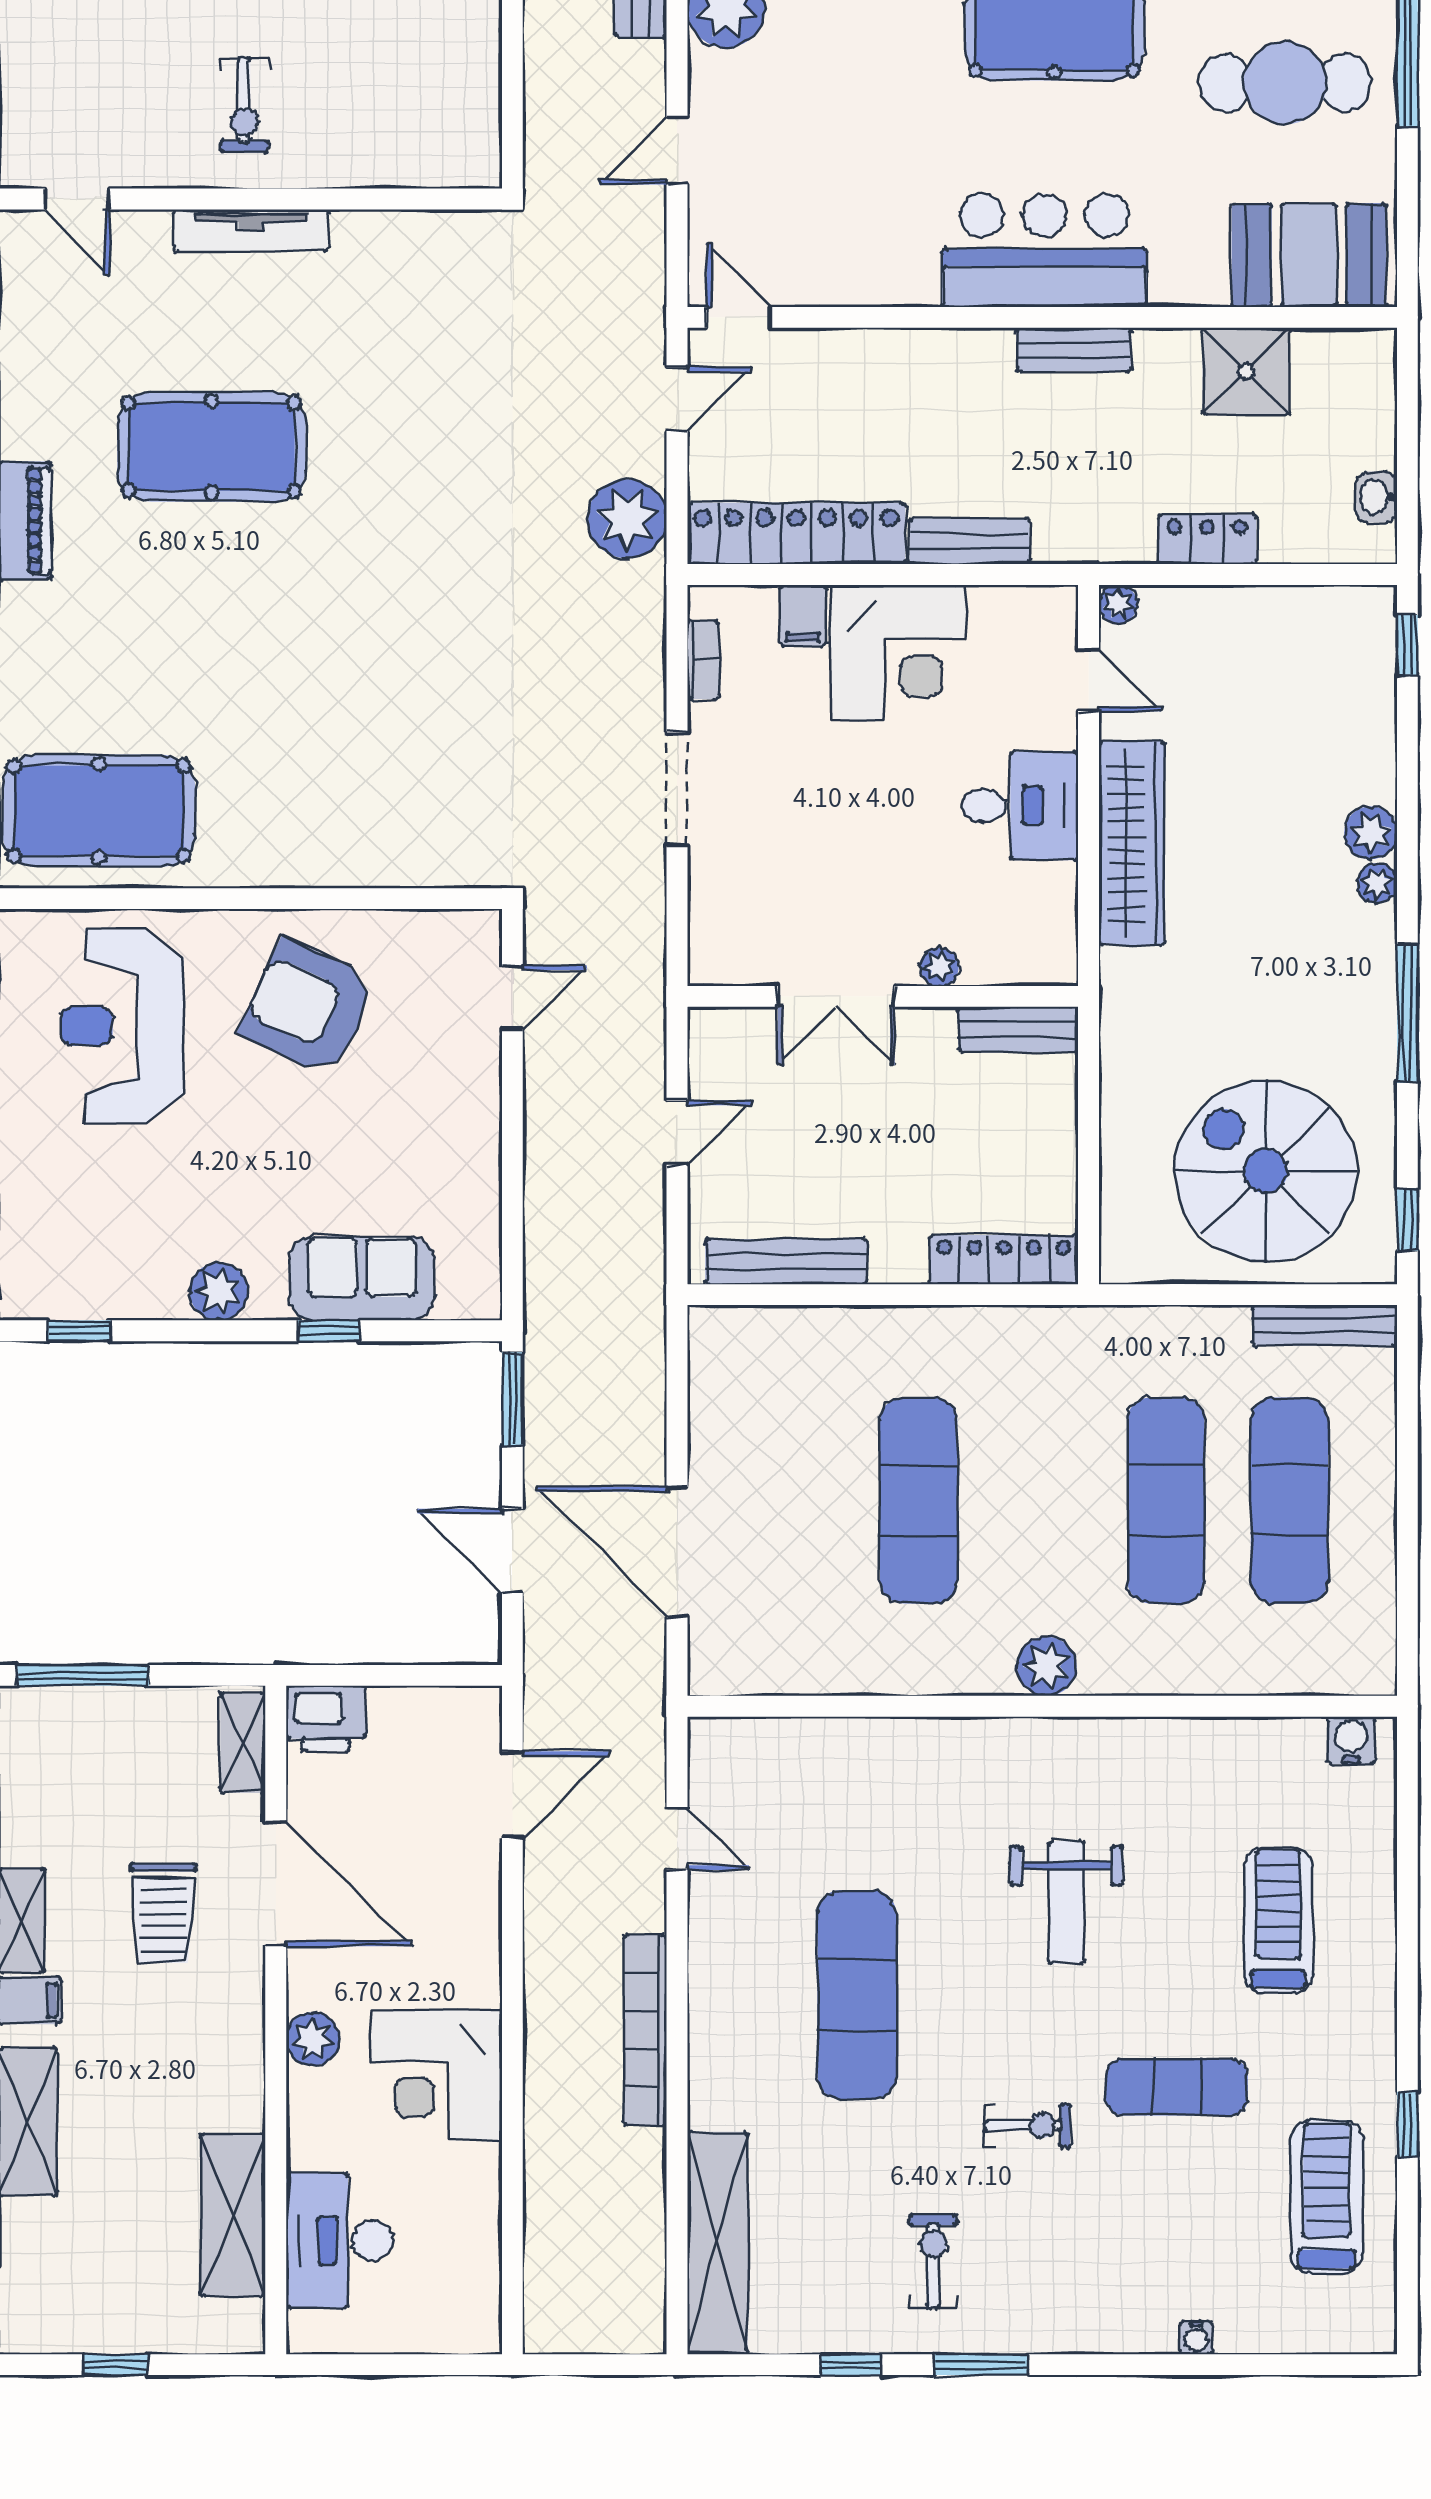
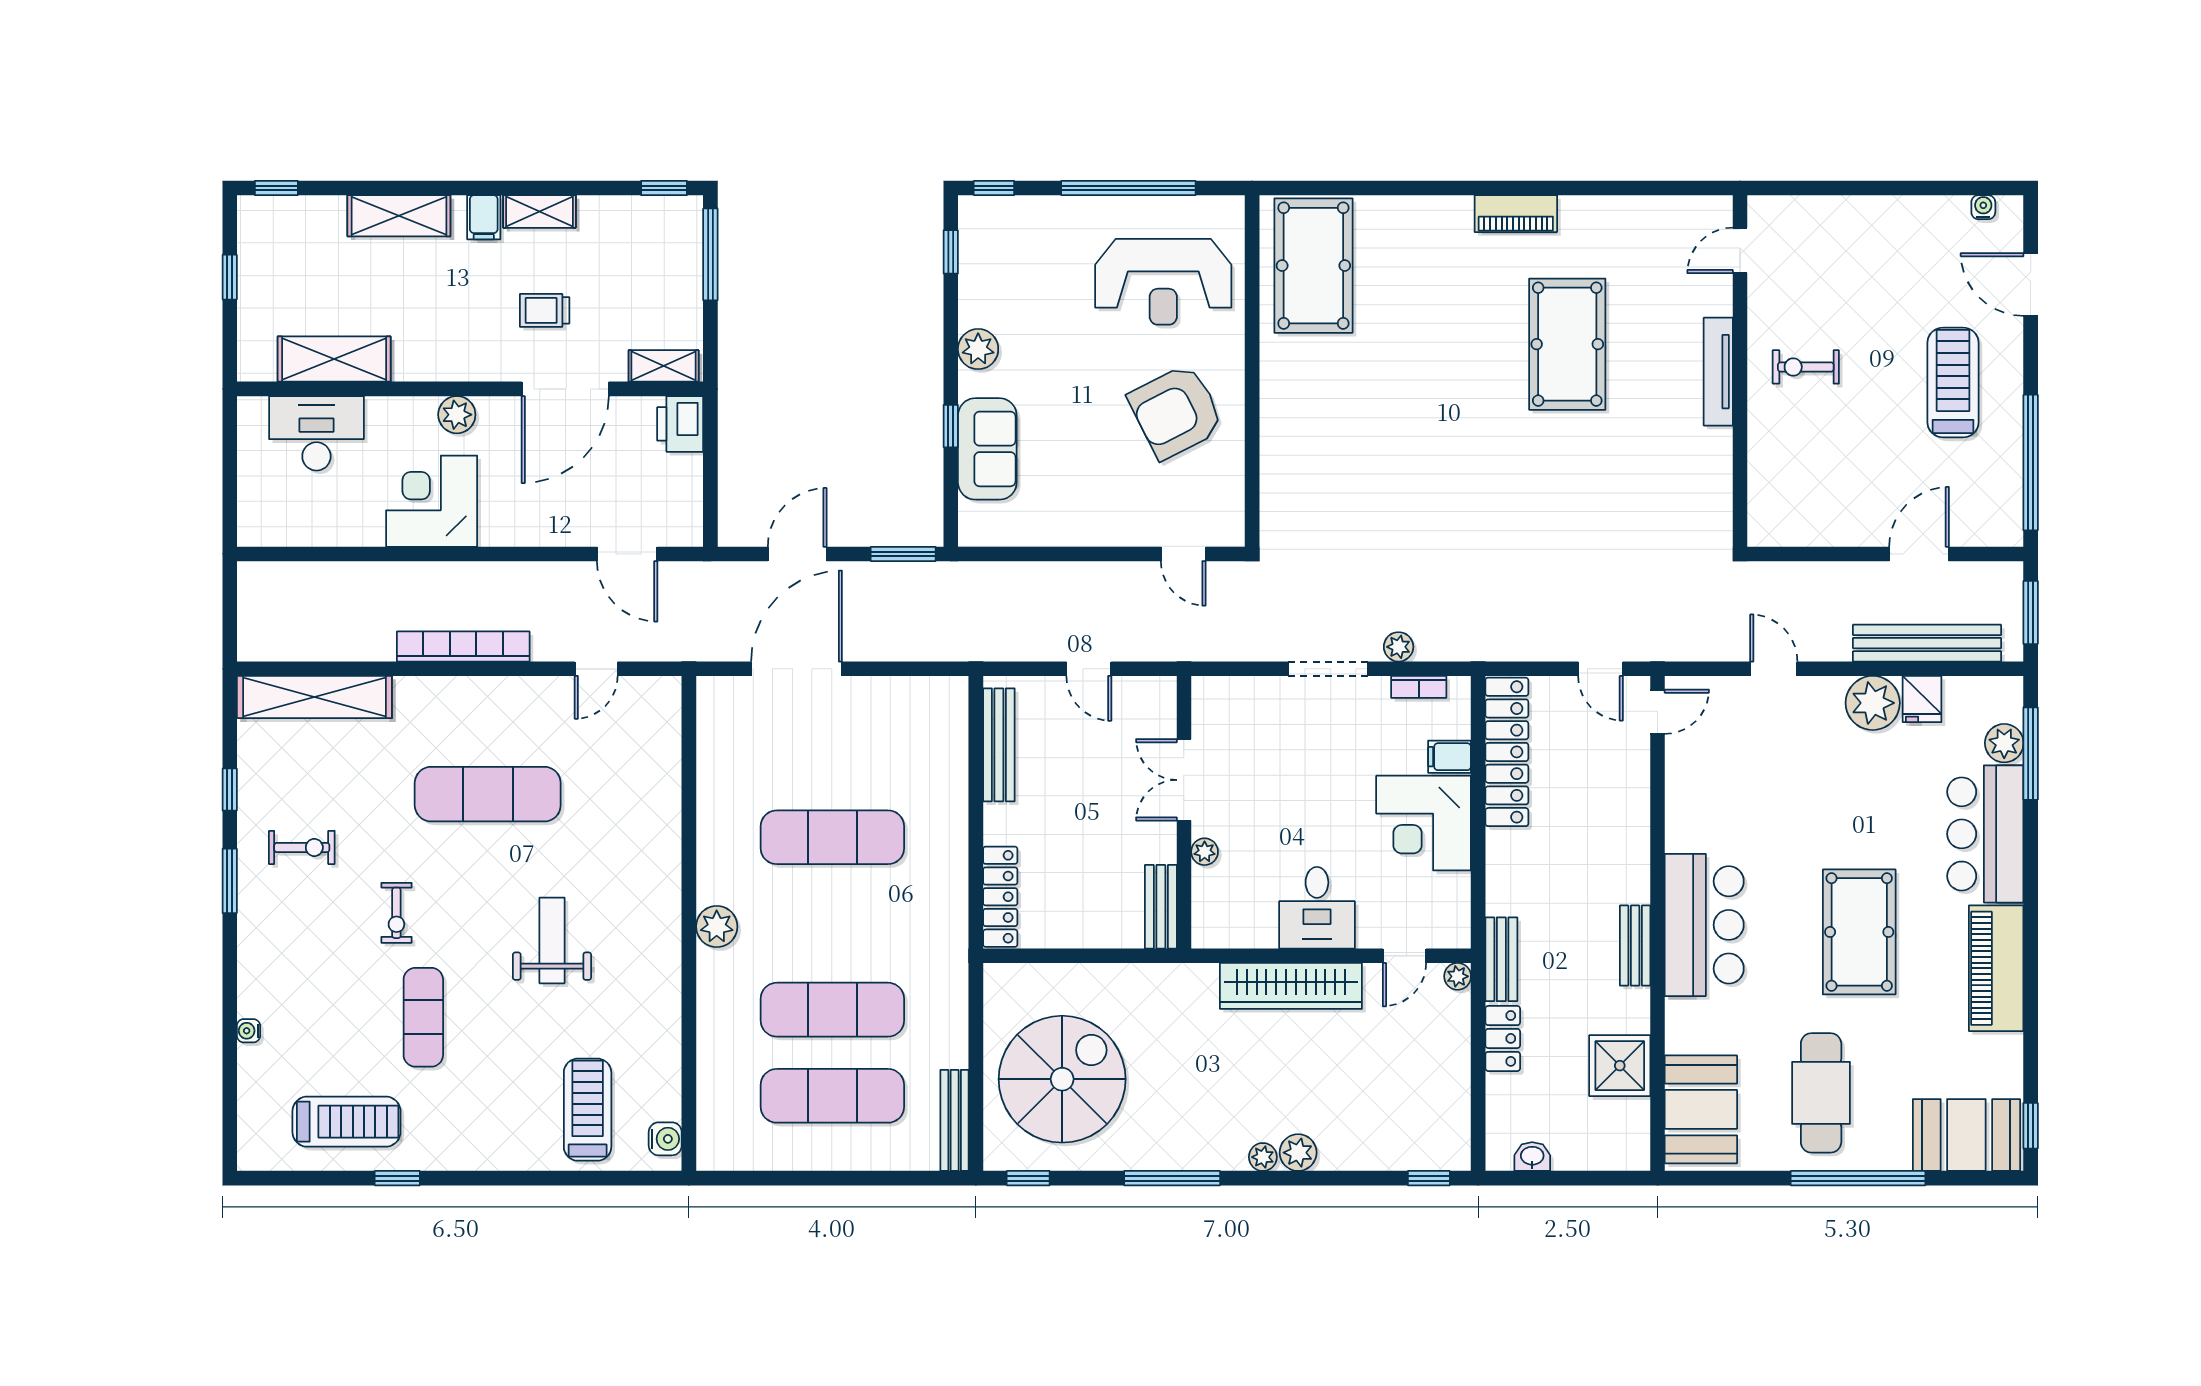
plant: (627, 519) -> (1399, 647), moved, width x0.53, depth x0.53
bench: (970, 541) -> (1501, 959), moved
armchair: (308, 1008) -> (1176, 412), turned -142
reception desk: (122, 1026) -> (1163, 282), turned 180
weight bench: (1067, 1903) -> (552, 940), turned 90
trolley: (163, 1913) -> (545, 310), width x0.73, depth x0.72
treadmill: (1278, 1920) -> (588, 1110), moved, turned -90

